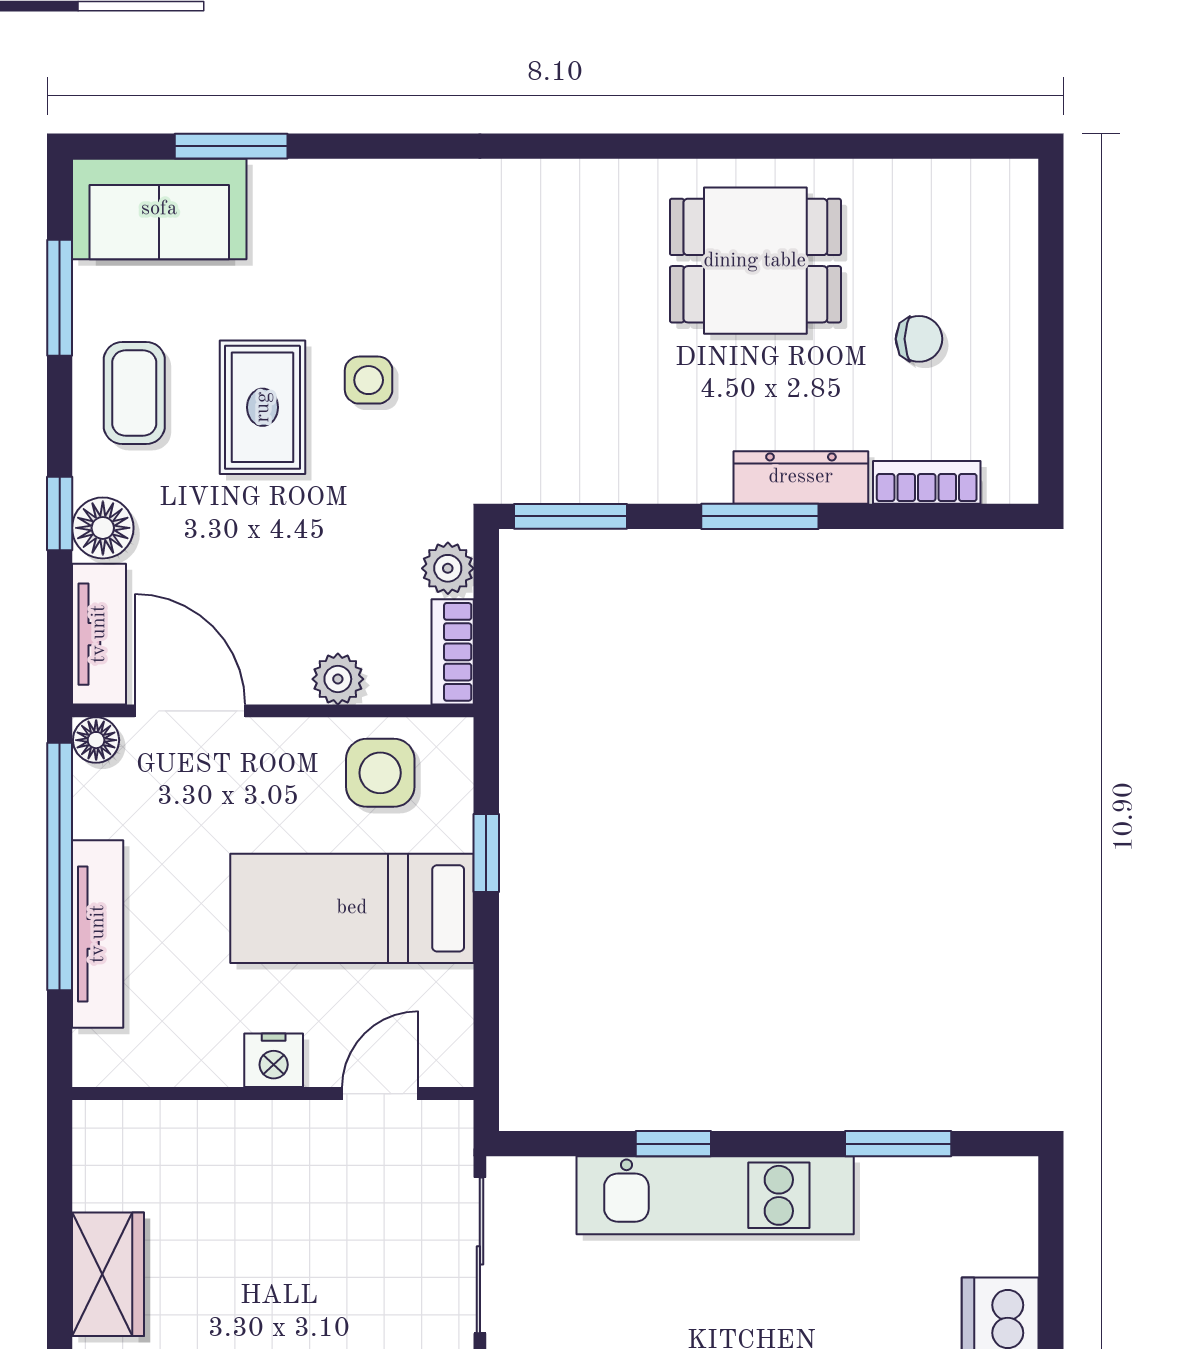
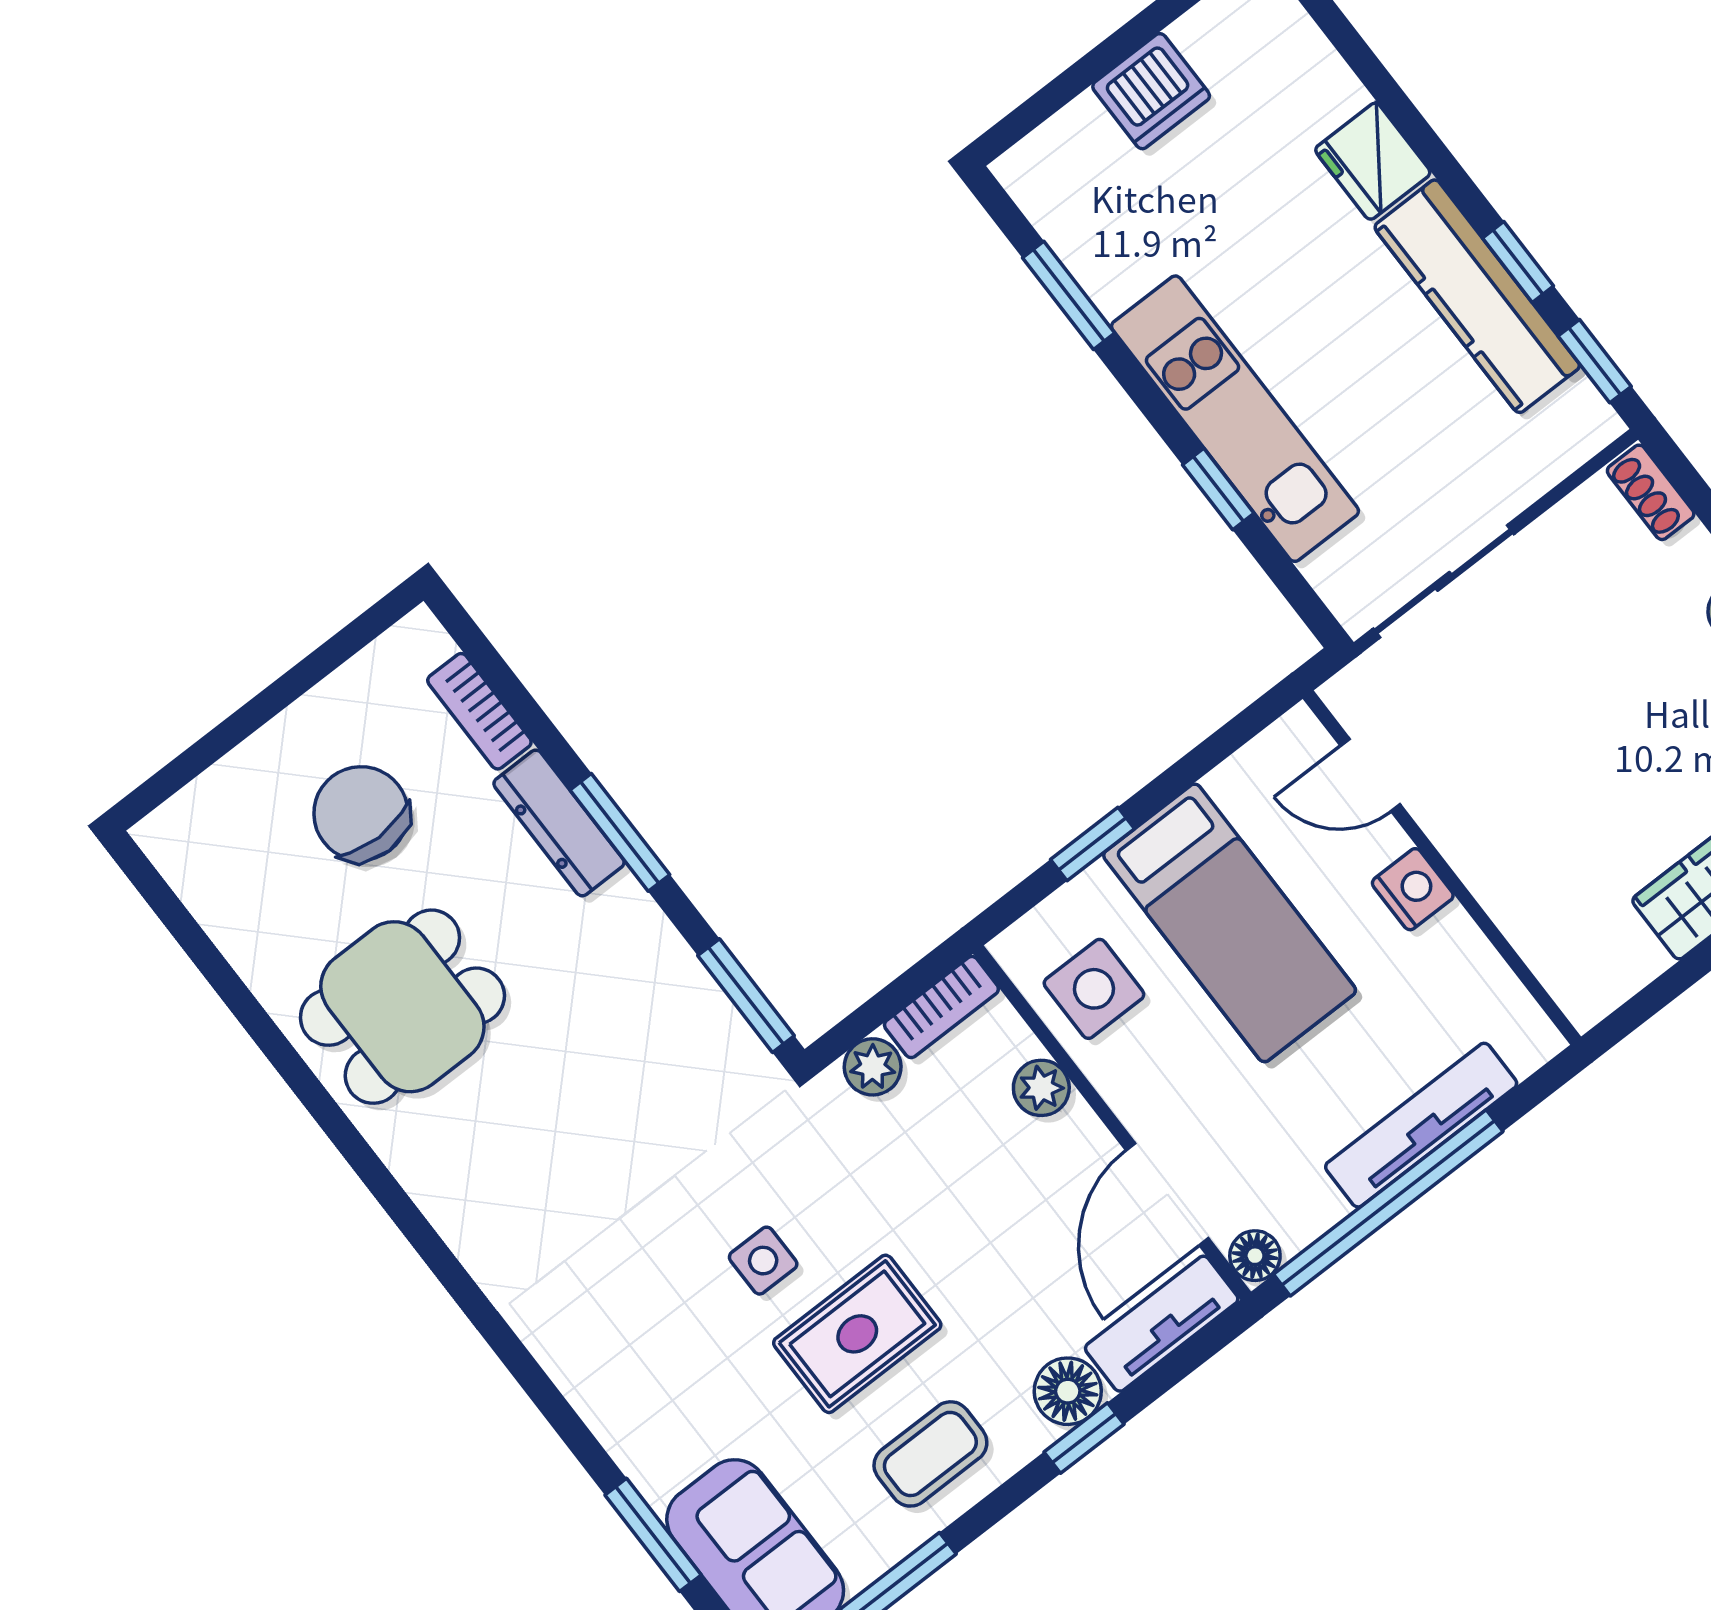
dining table: (755, 261) -> (402, 1007), turned 90
chair: (919, 339) -> (361, 813), width x1.87, depth x1.87

